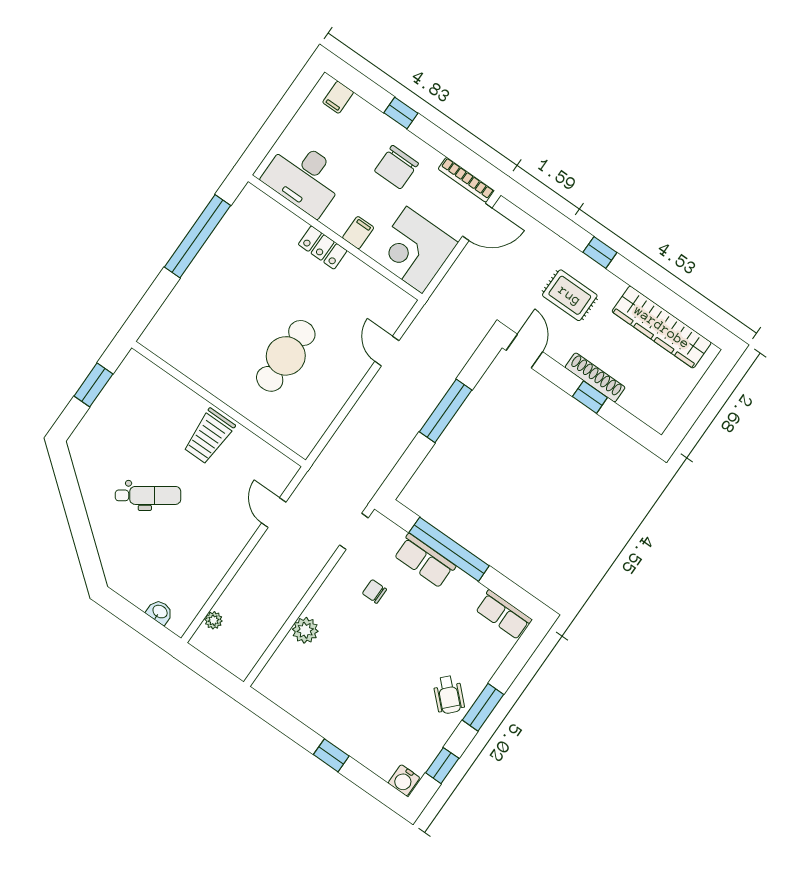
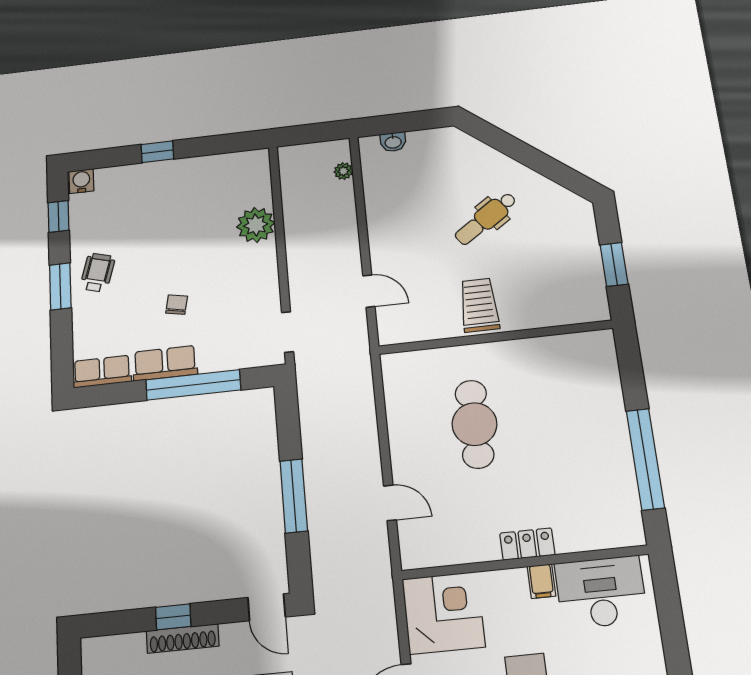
filing cabinet: (358, 233) -> (542, 581), moved
row of seats: (425, 561) -> (165, 363), moved
chair: (374, 591) -> (177, 305), moved, turned -79
plant: (305, 630) -> (256, 225), width x1.36, depth x1.36
wheelchair: (449, 695) -> (97, 273), turned 62

